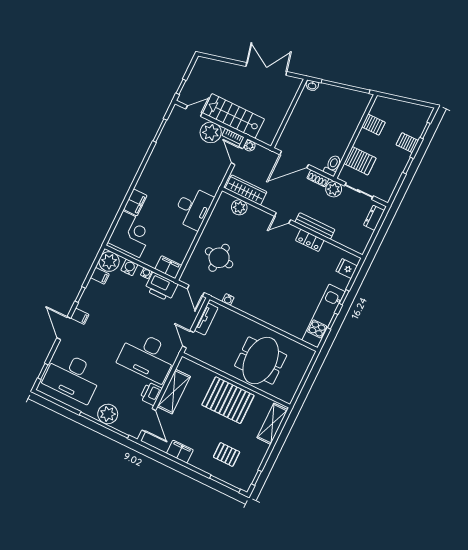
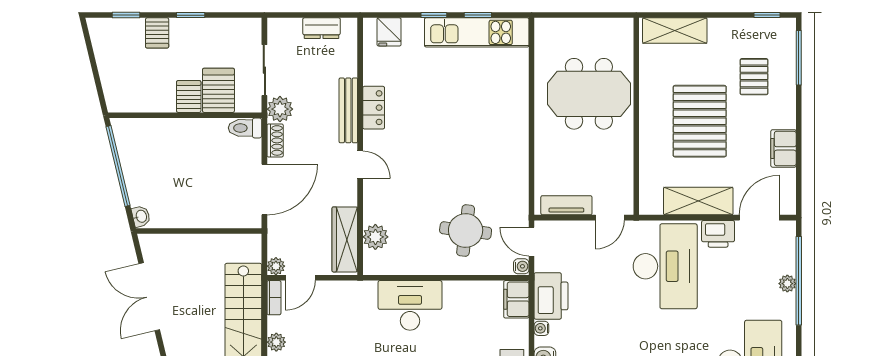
server rack: (373, 125) -> (189, 97), moved
plant: (211, 132) -> (276, 342), width x0.53, depth x0.53
door: (294, 160) -> (264, 190), hinge flipped
dresser: (374, 218) -> (322, 28), moved
door: (196, 291) -> (532, 242), swing flipped
water cooler: (228, 299) -> (521, 266), moved
pallet: (228, 400) -> (700, 121), moved
plant: (108, 414) -> (787, 284), width x0.53, depth x0.53

